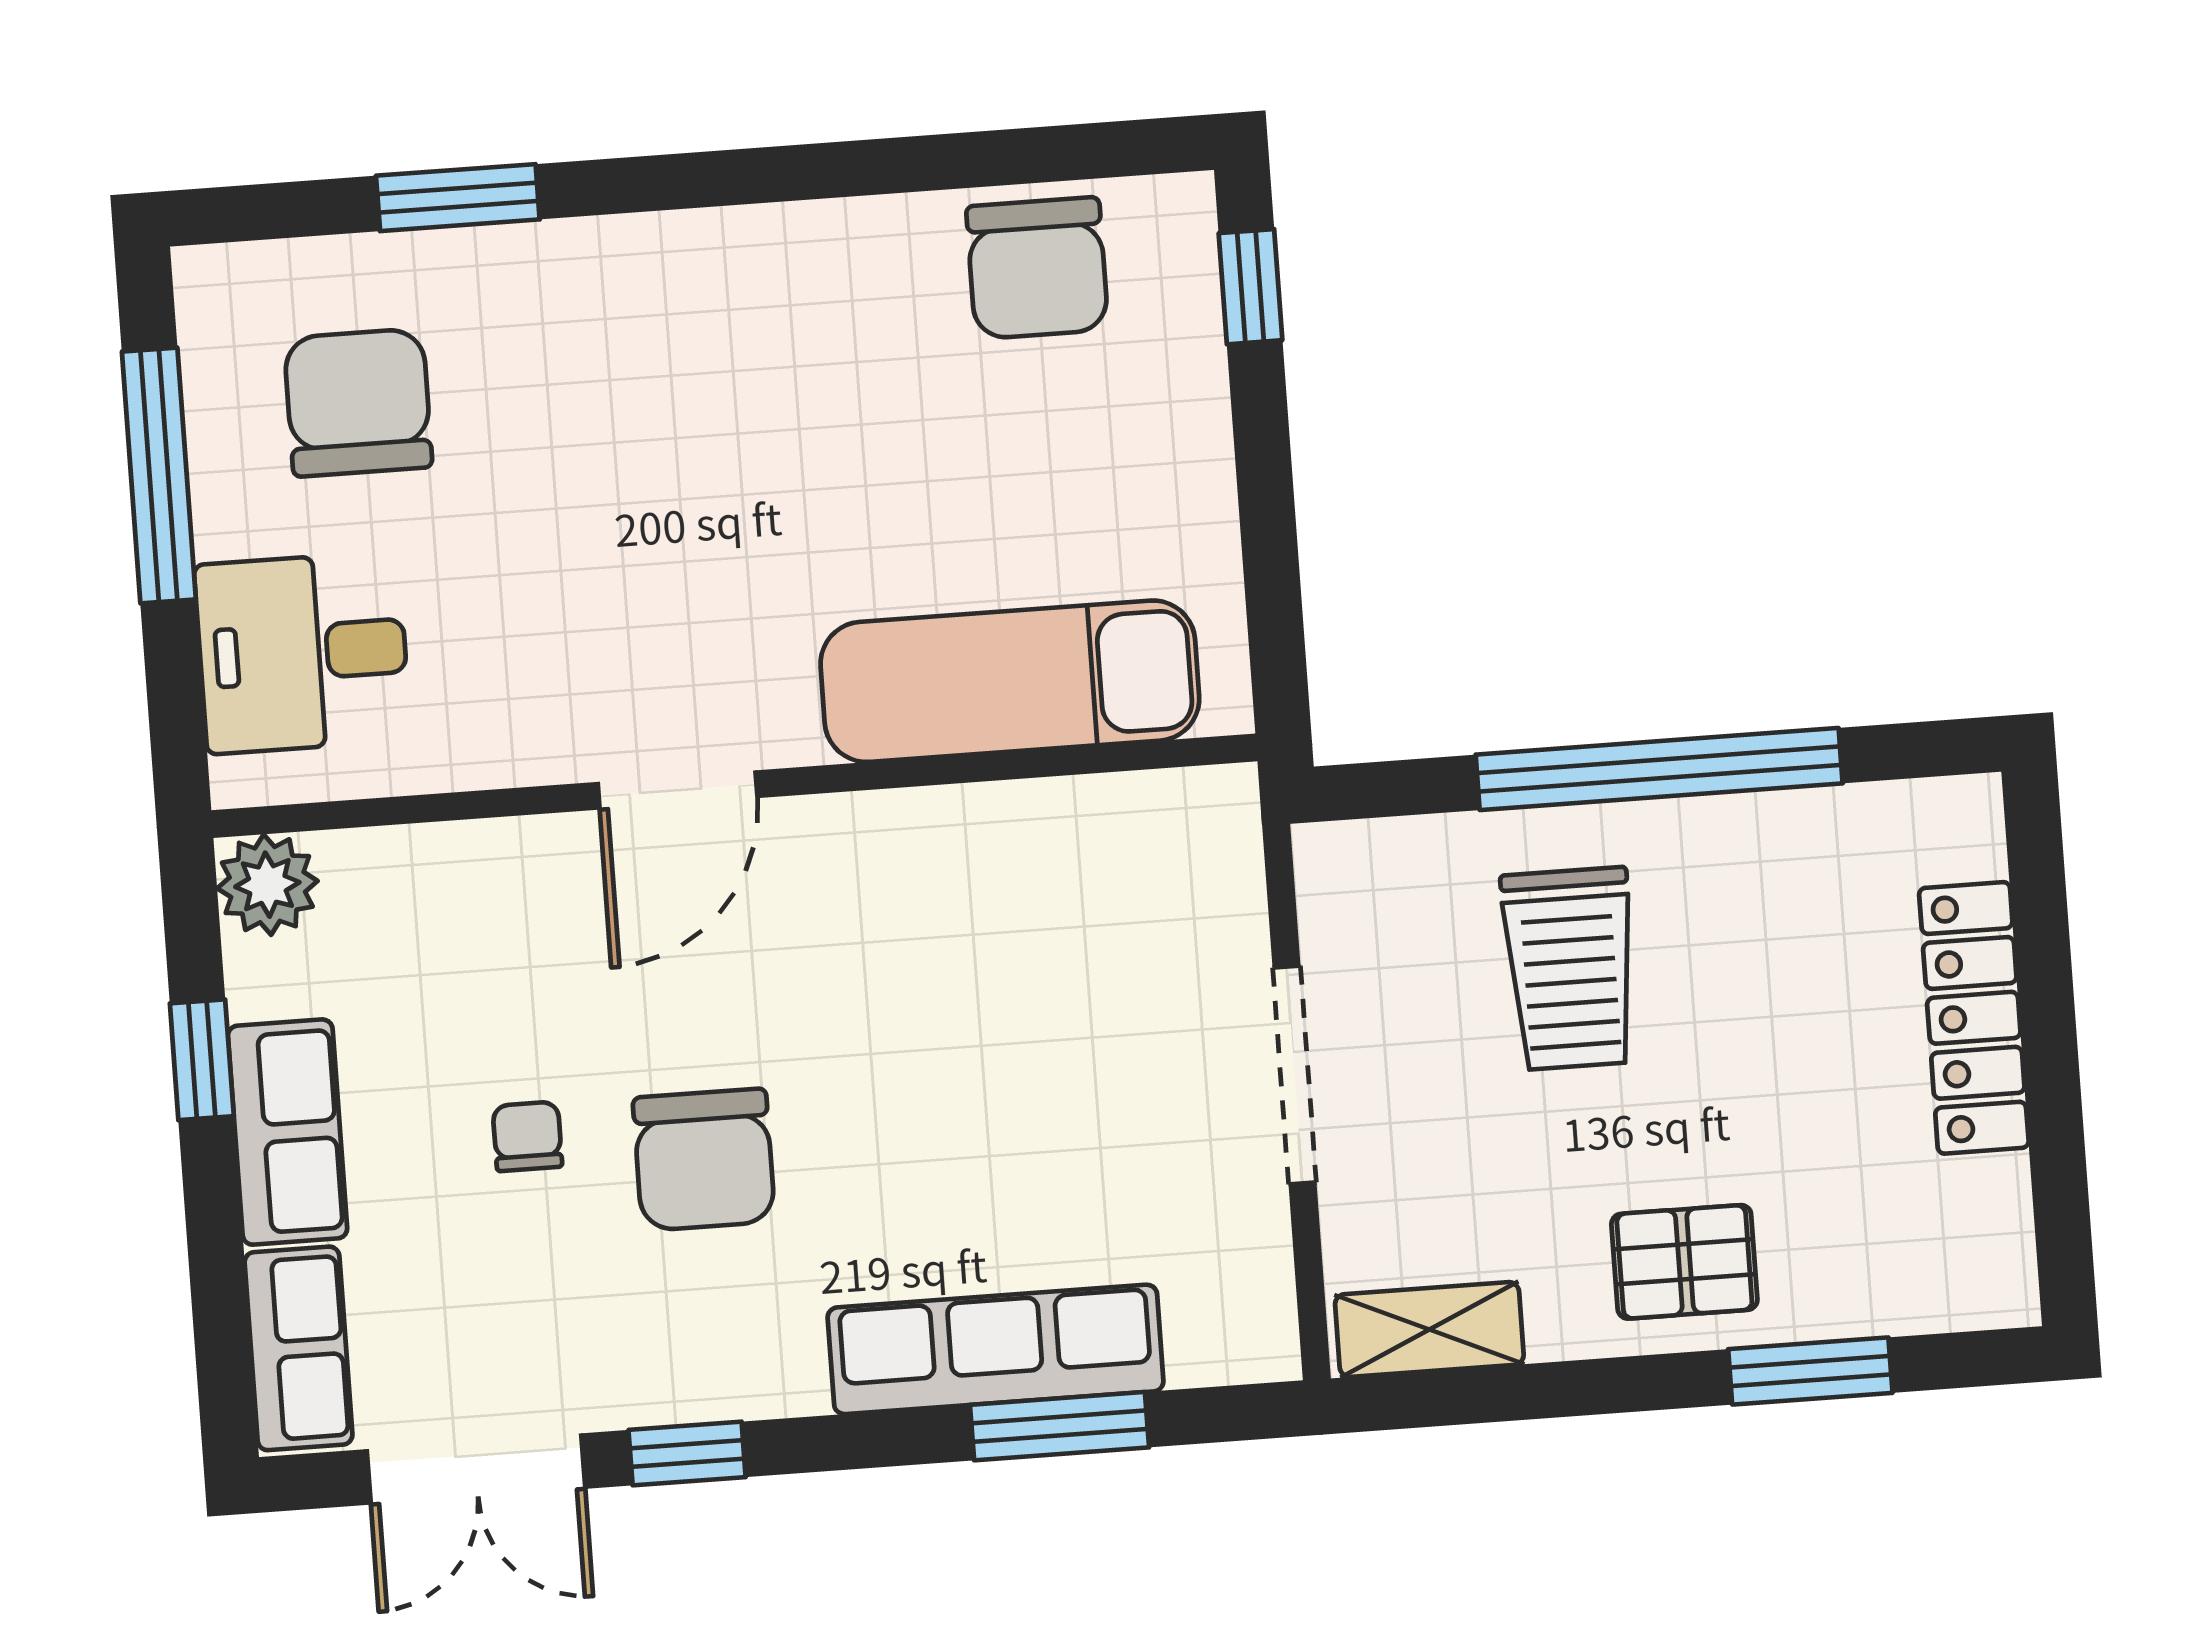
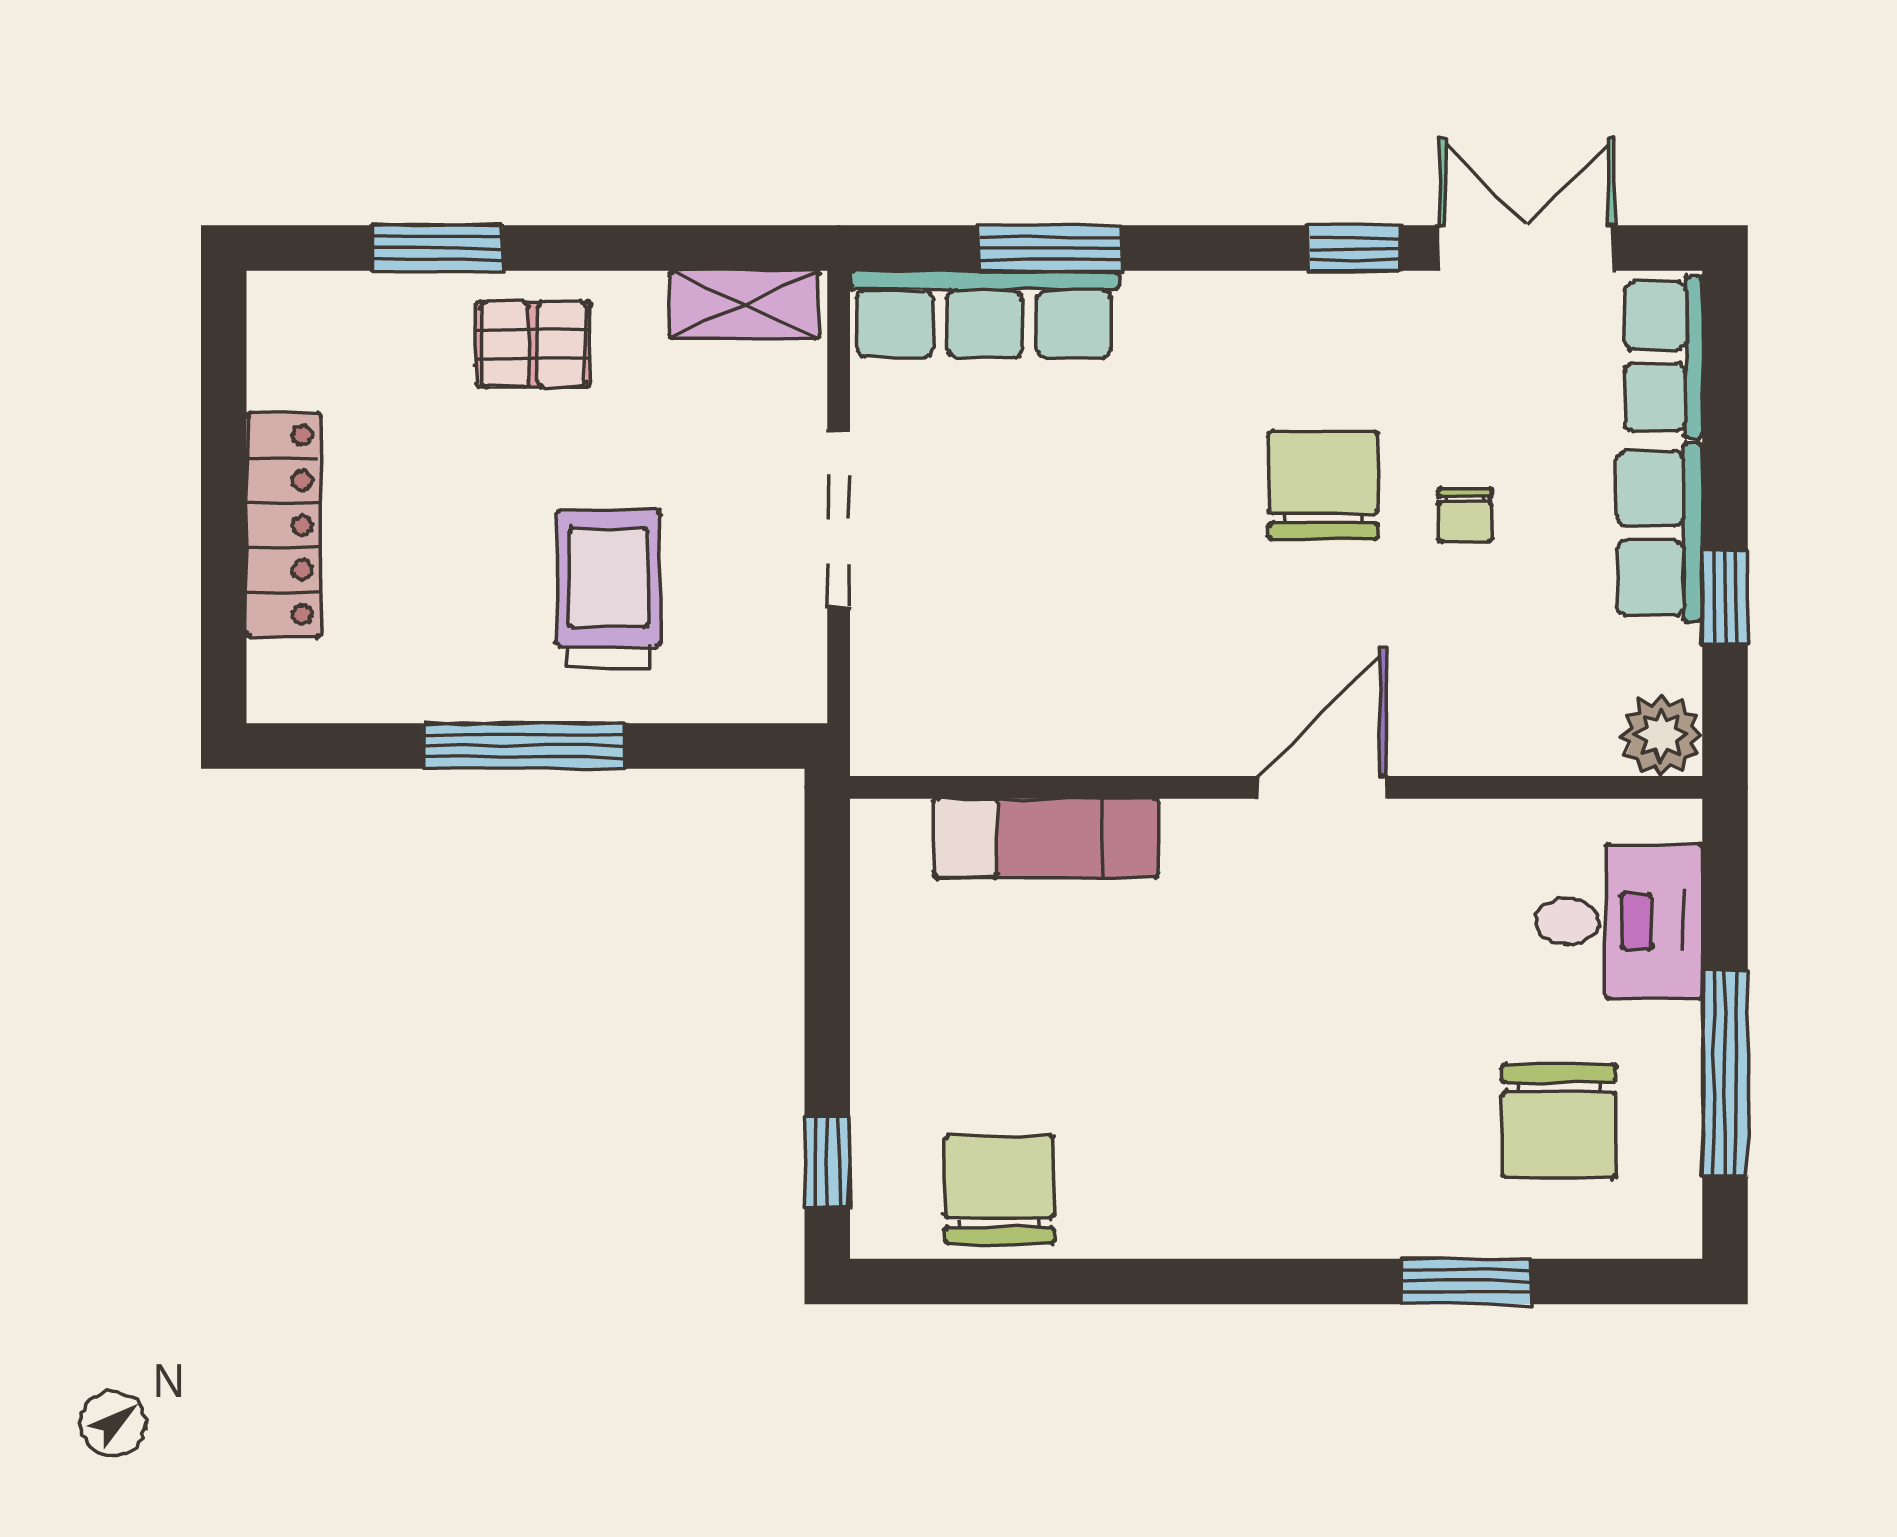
exam couch: (1010, 681) -> (1046, 838), width x0.73, depth x0.69
window: (1659, 769) -> (524, 746), width x0.68
row of seats: (996, 1349) -> (984, 314), moved

